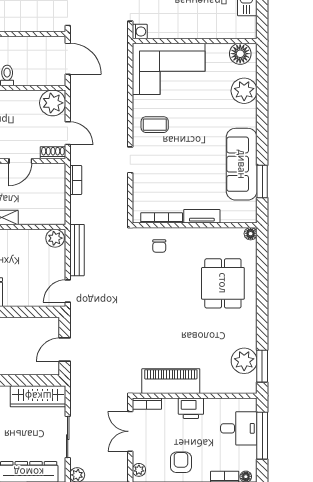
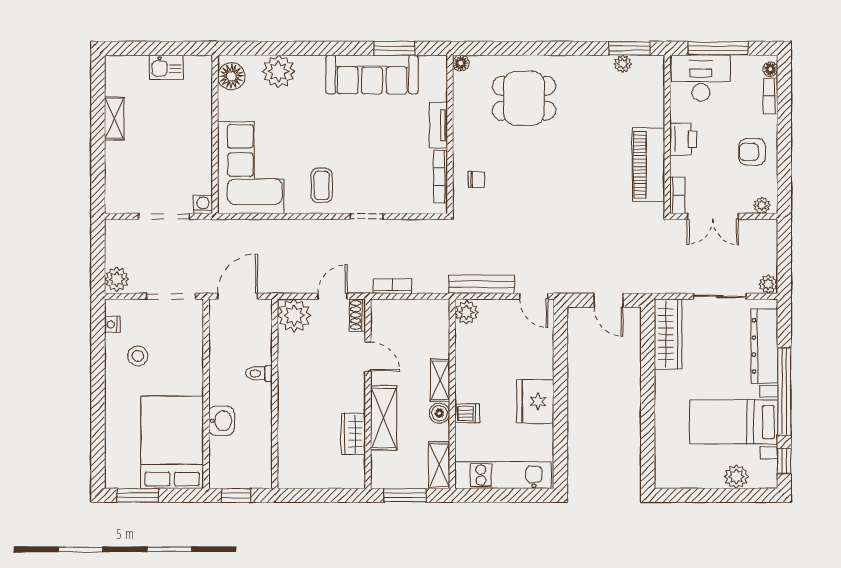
plant: (244, 361) -> (623, 64), width x0.53, depth x0.53
desk: (239, 428) -> (701, 78), width x1.37

